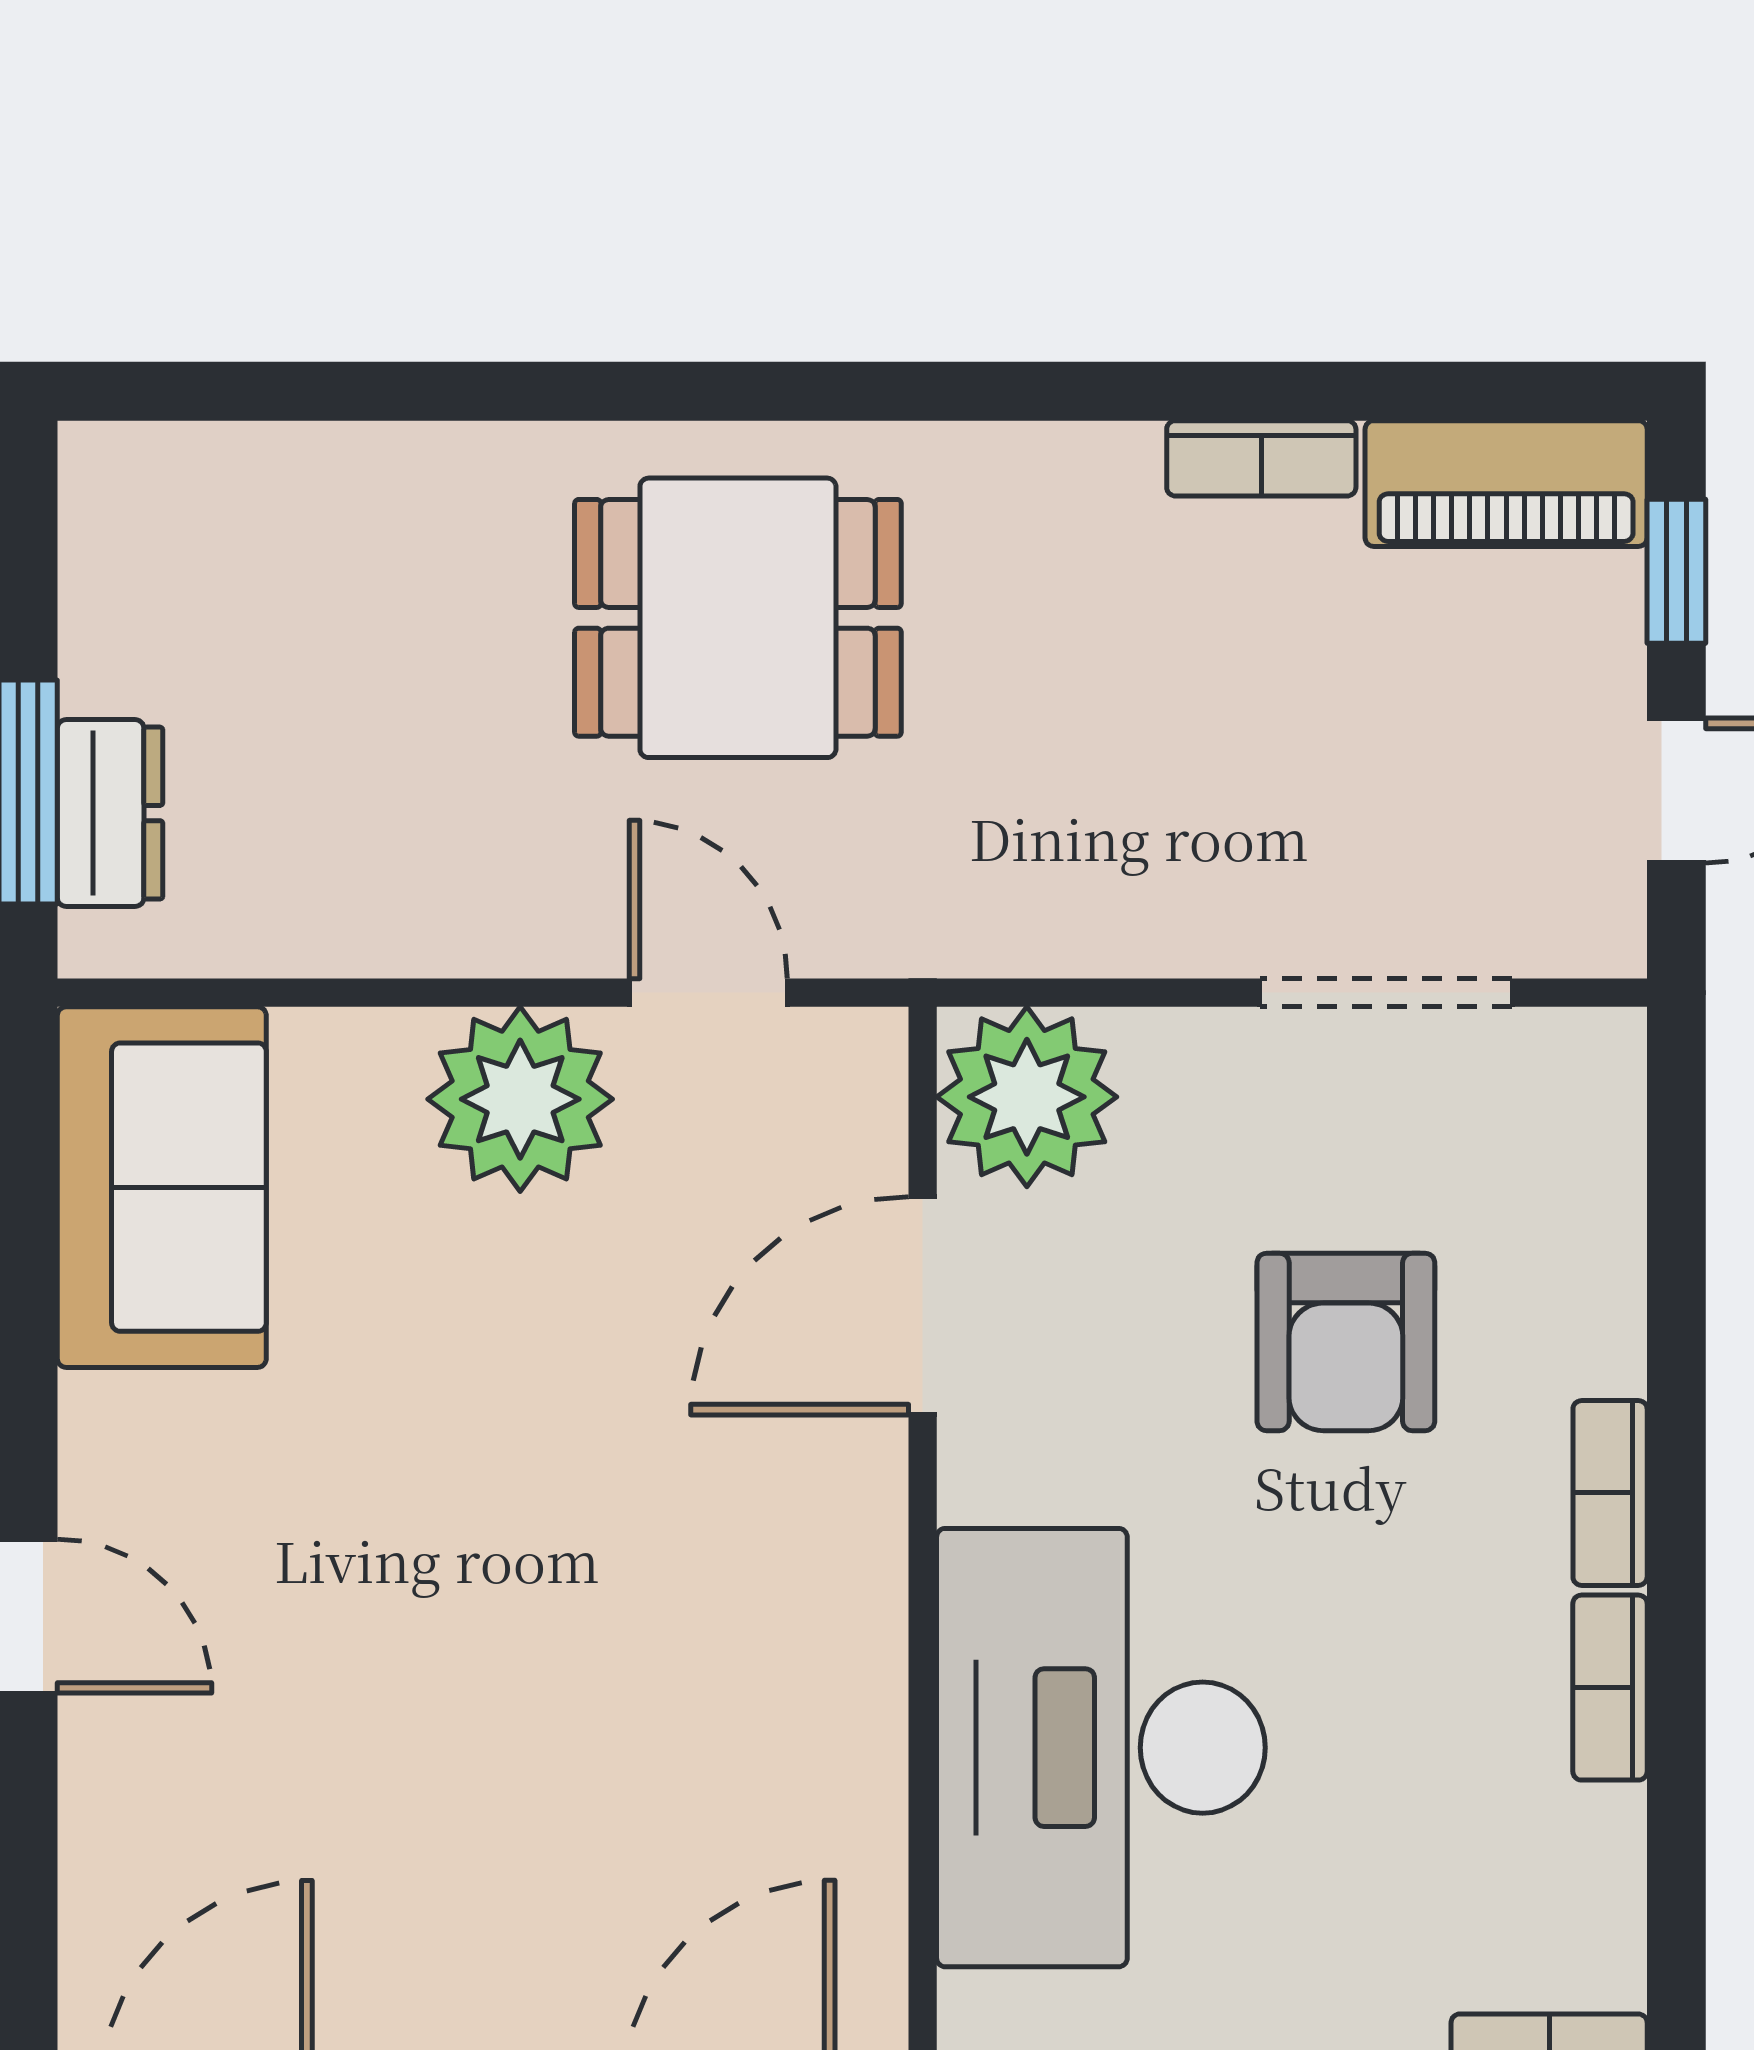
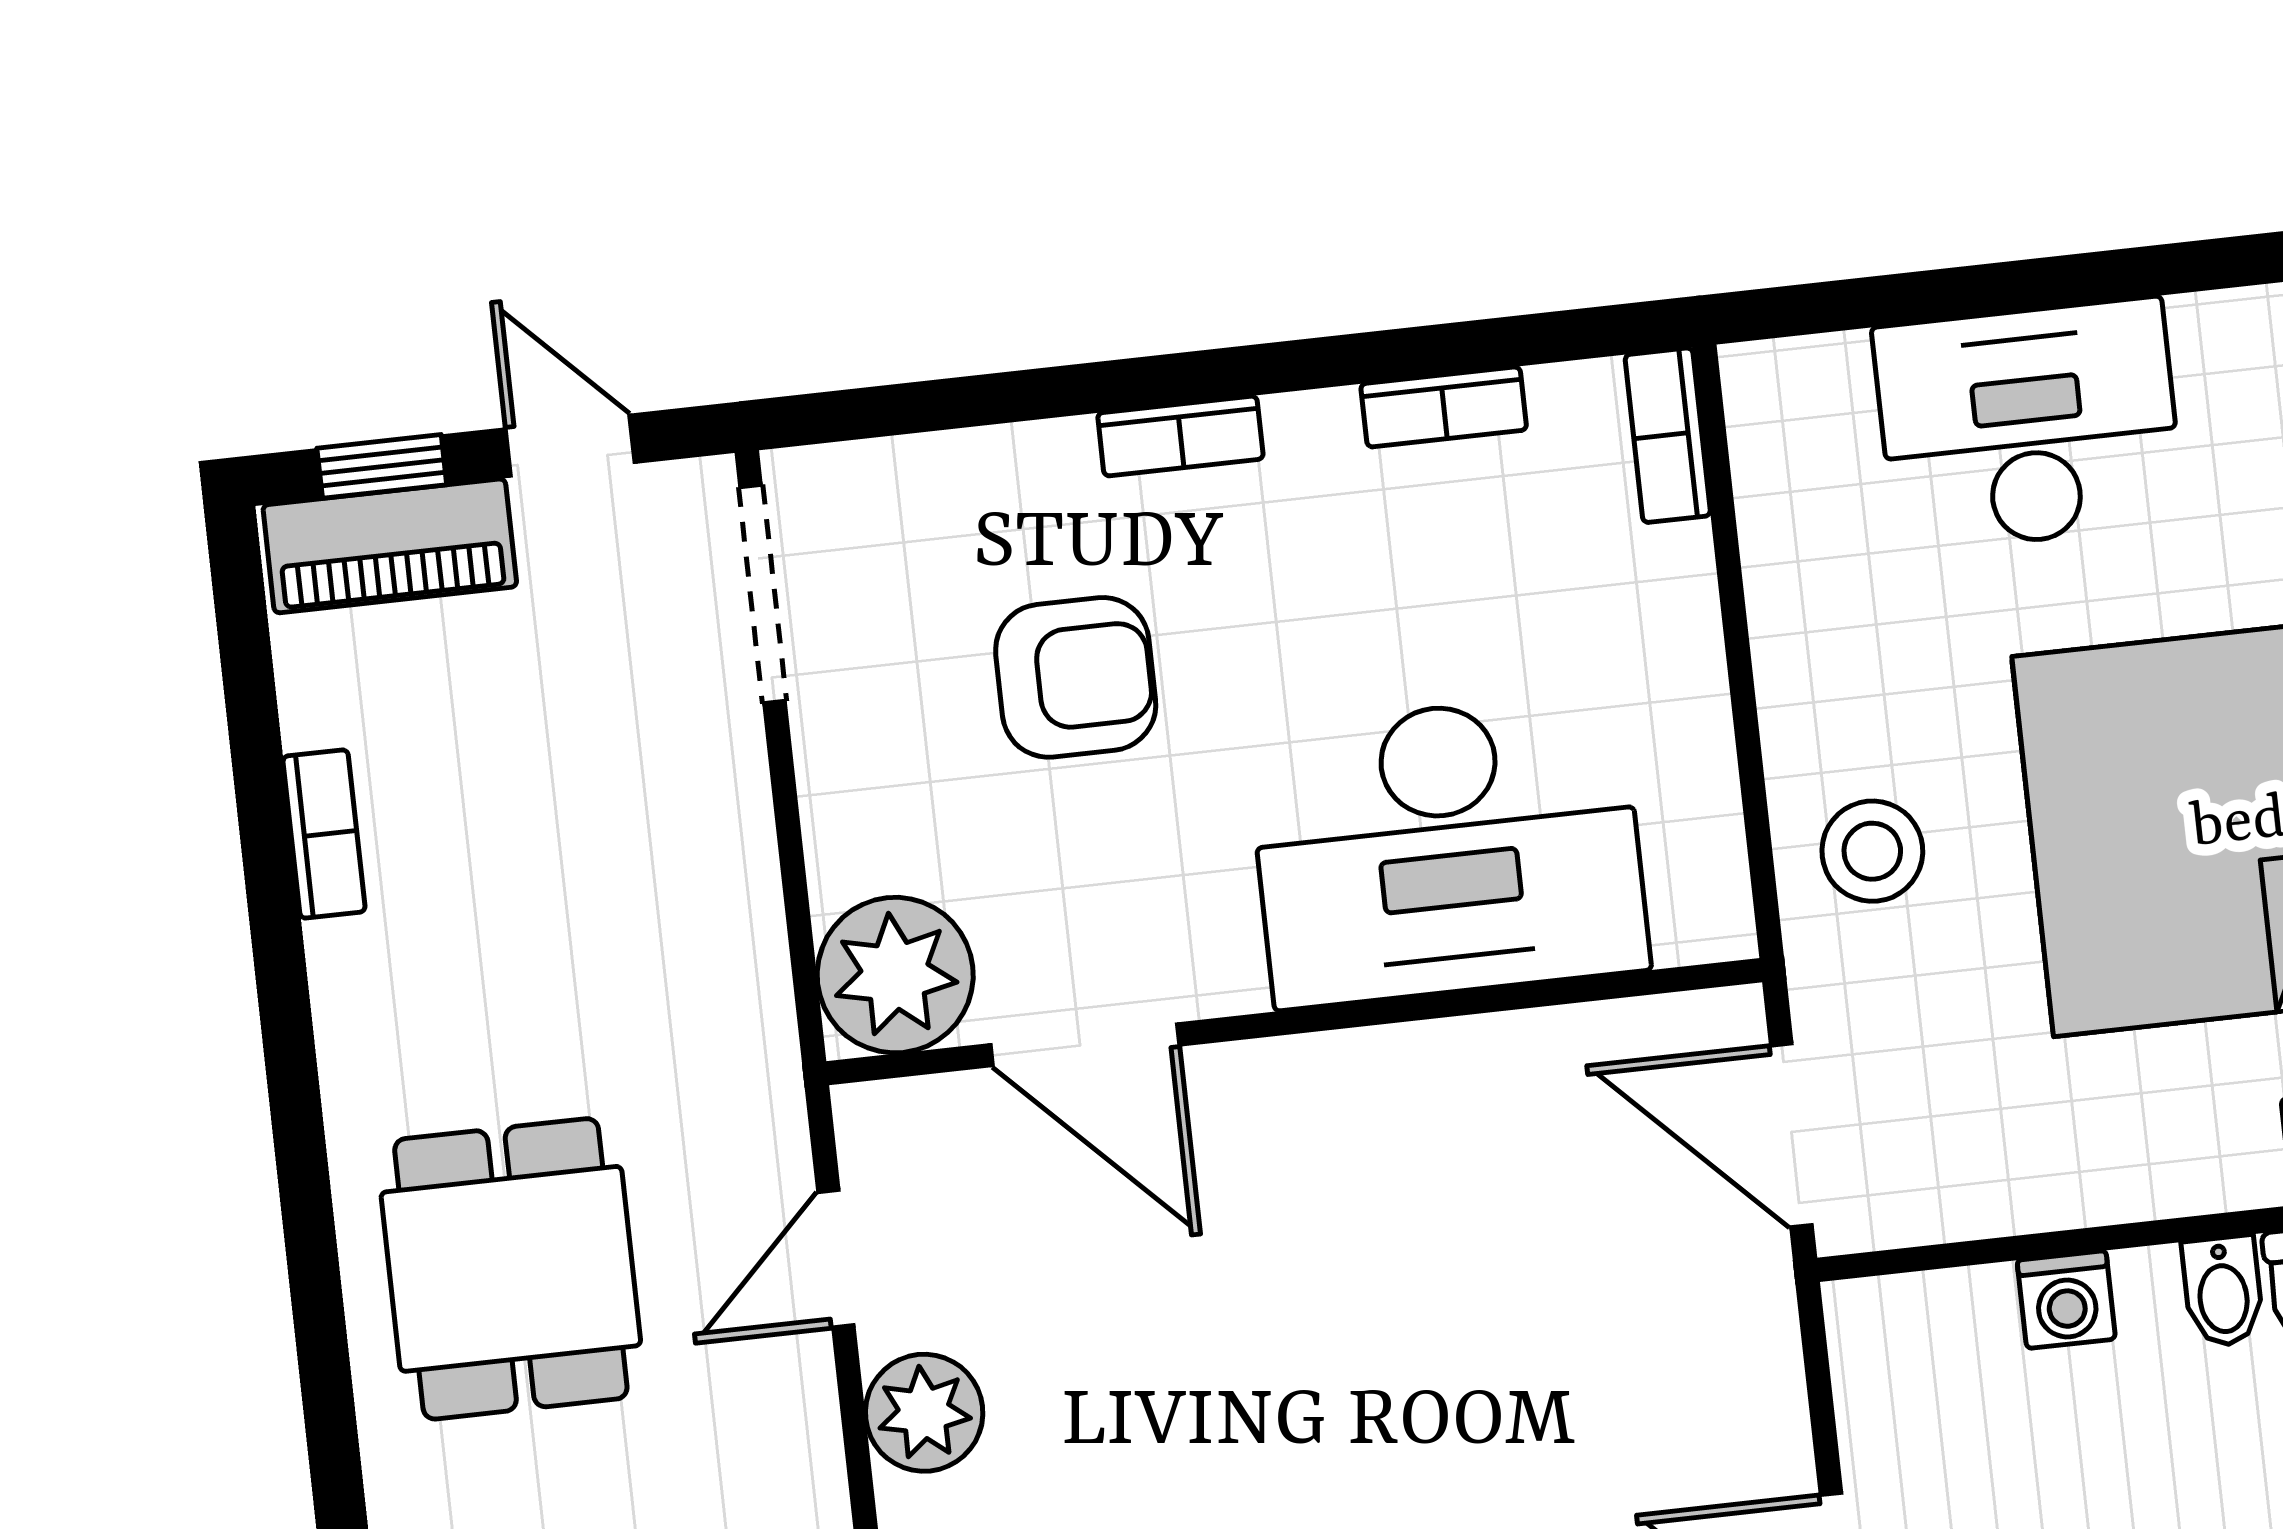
piano: (1506, 484) -> (390, 546), moved, turned 90
doorway: (1386, 993) -> (762, 594), moved
plant: (520, 1099) -> (924, 1413), width x0.73, depth x0.73
bookcase: (1610, 1688) -> (1444, 407), moved

